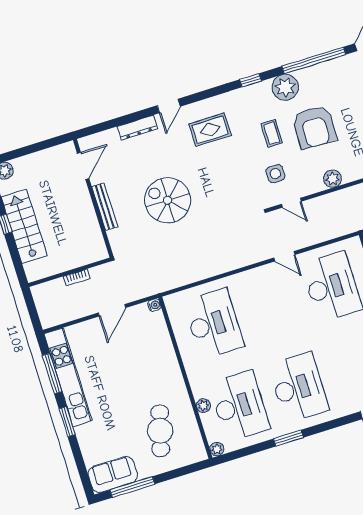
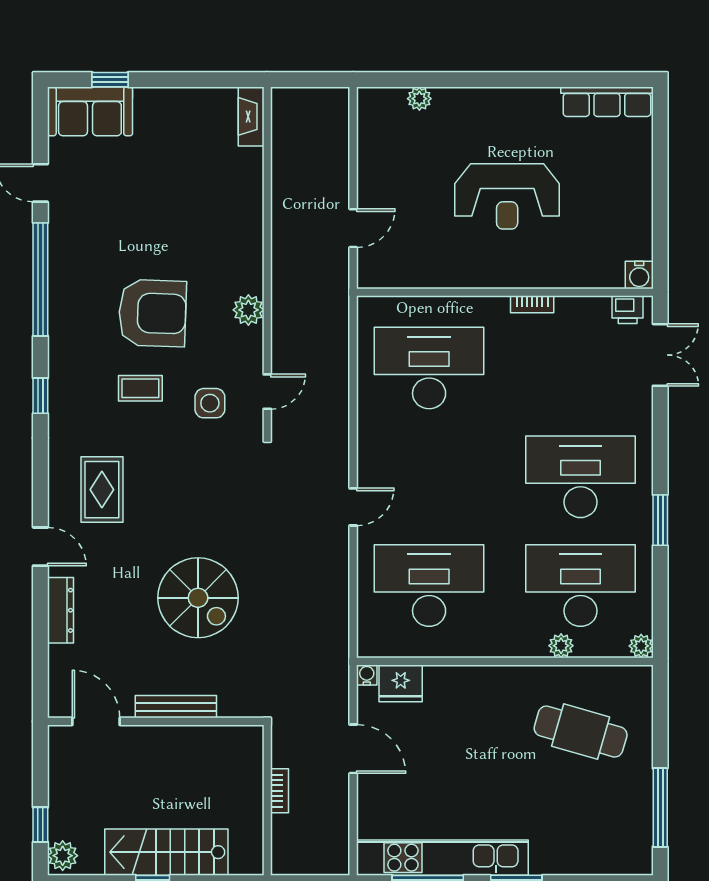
plant: (285, 87) -> (70, 341), removed
window: (18, 153) -> (40, 825), added
spiral stairs: (168, 200) -> (198, 598), turned -90
door: (284, 256) -> (353, 507), moved
fridge: (156, 325) -> (401, 683), added
sofa: (113, 475) -> (629, 834), removed

